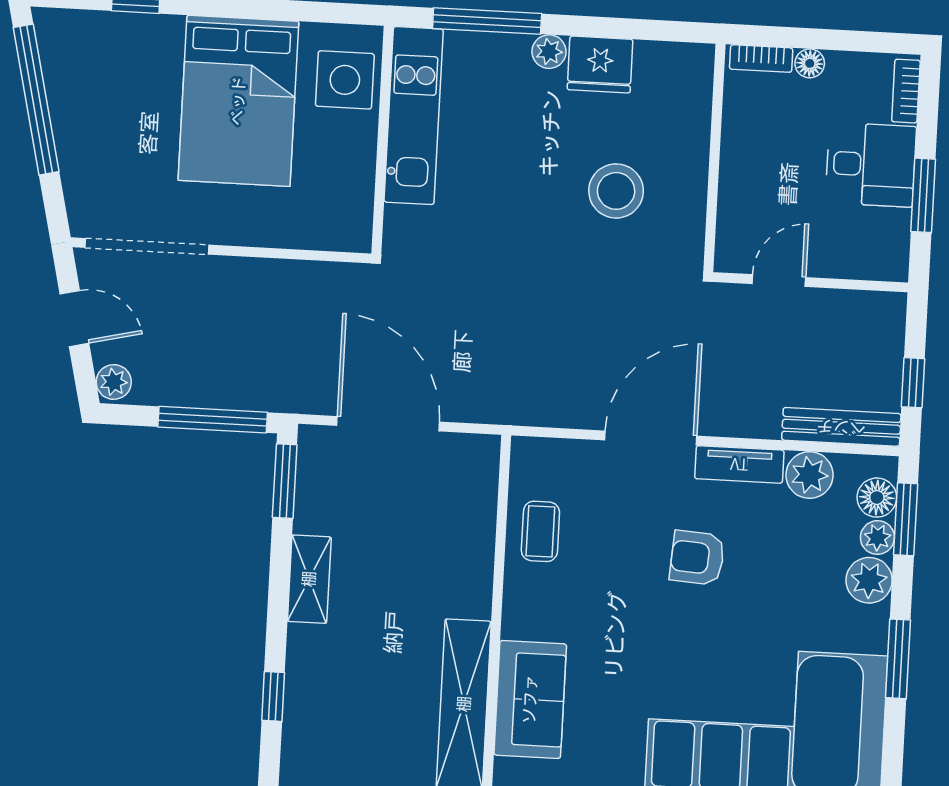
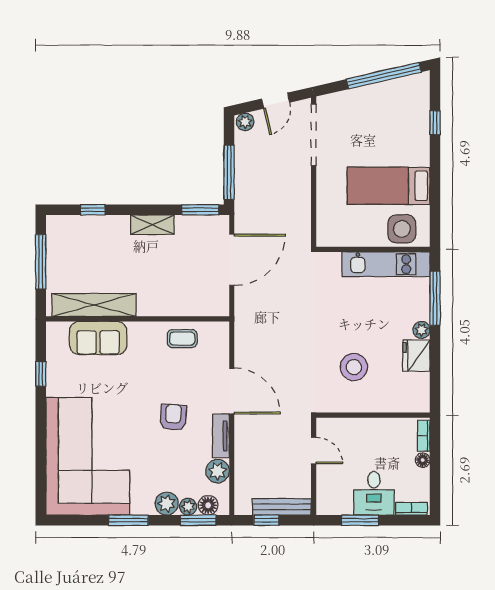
bed: (238, 101) -> (389, 186), width x0.67
bench: (841, 427) -> (282, 507), moved, turned 90

